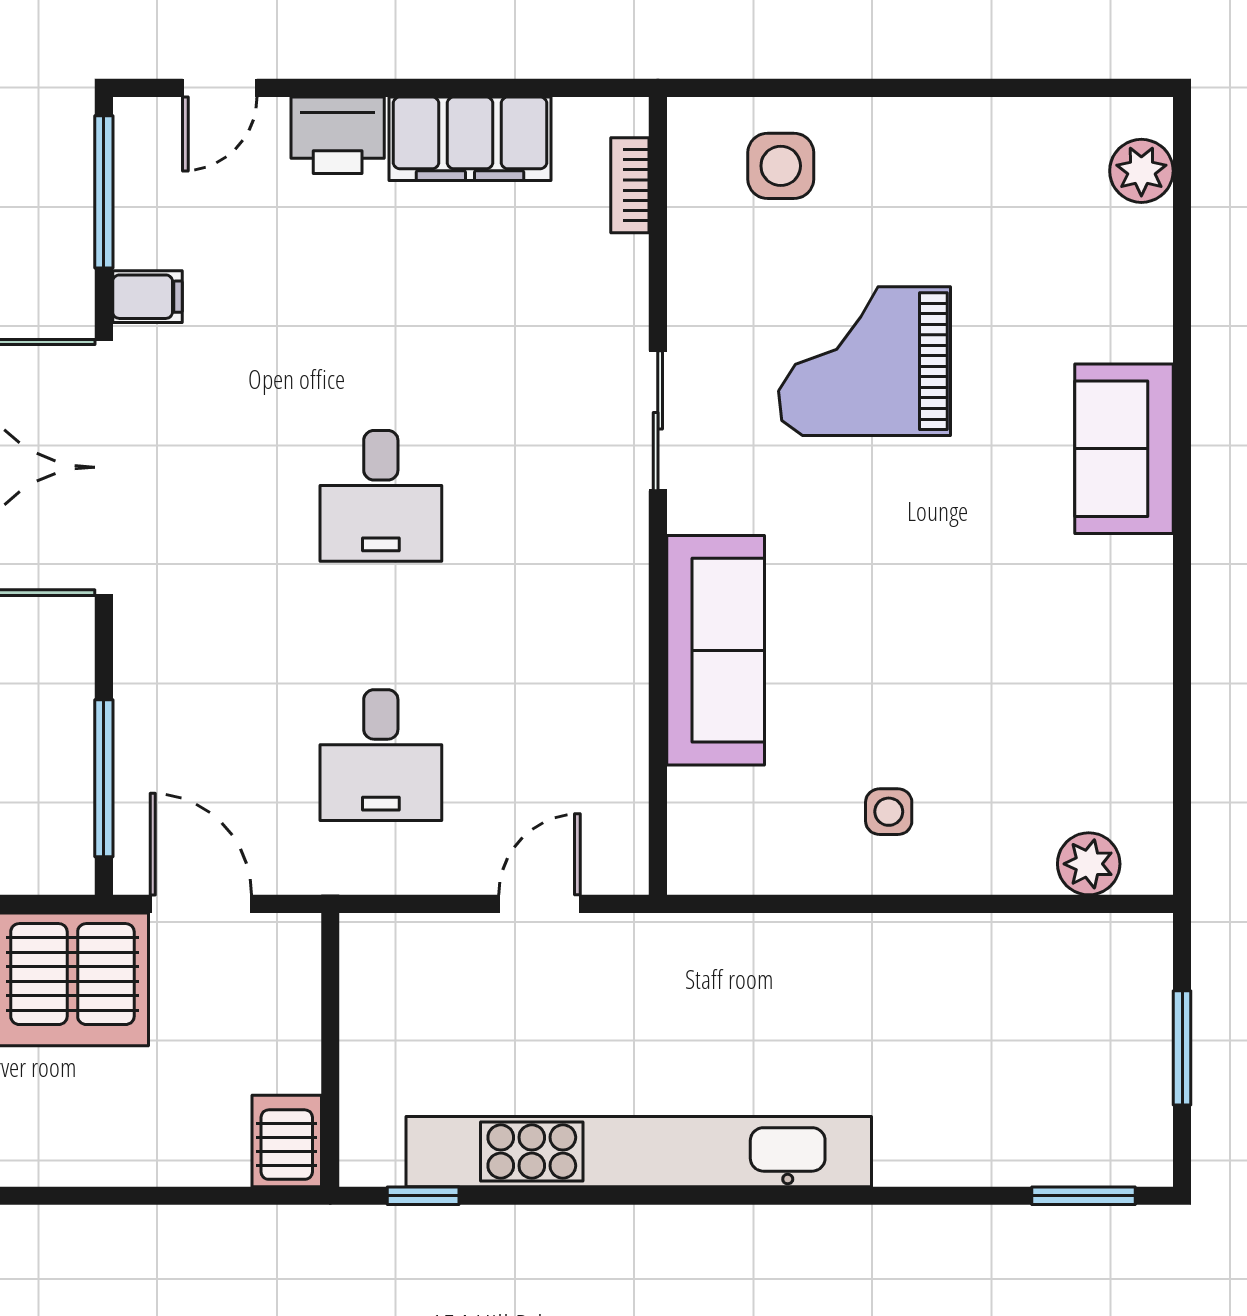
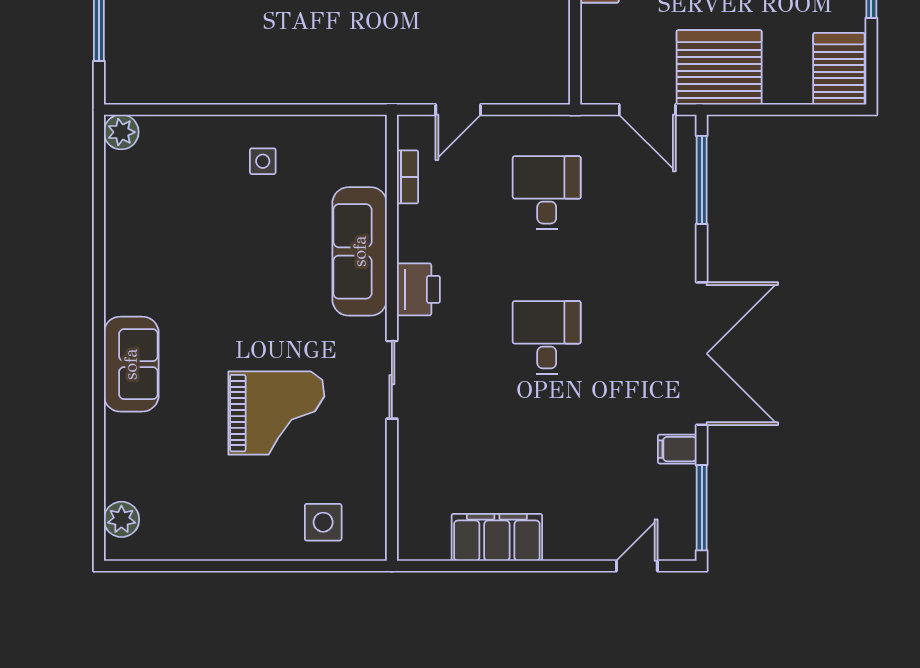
printer: (338, 135) -> (418, 289), moved, turned 90
bookcase: (630, 185) -> (407, 177), moved
plant: (1089, 864) -> (121, 132), moved

